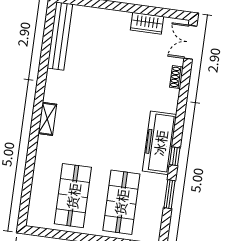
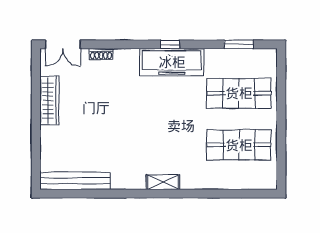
wardrobe: (147, 23) -> (49, 100), width x1.50
window: (175, 156) -> (170, 44), moved
window: (170, 194) -> (239, 44), moved

